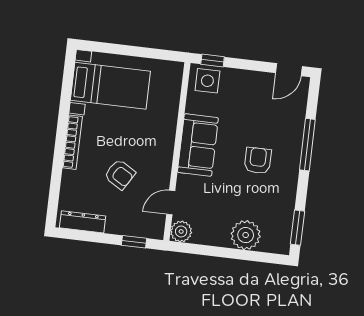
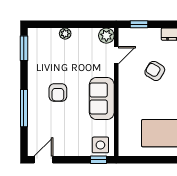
plant: (246, 235) -> (65, 34), width x0.53, depth x0.53

